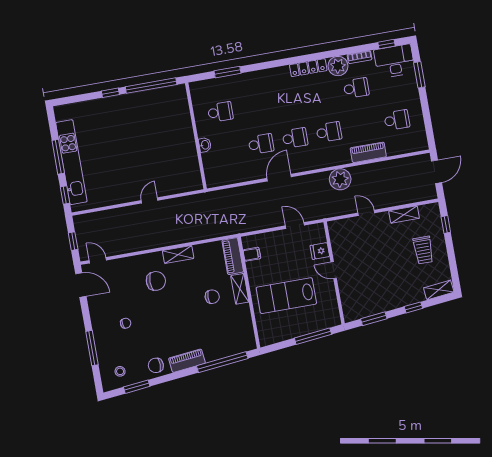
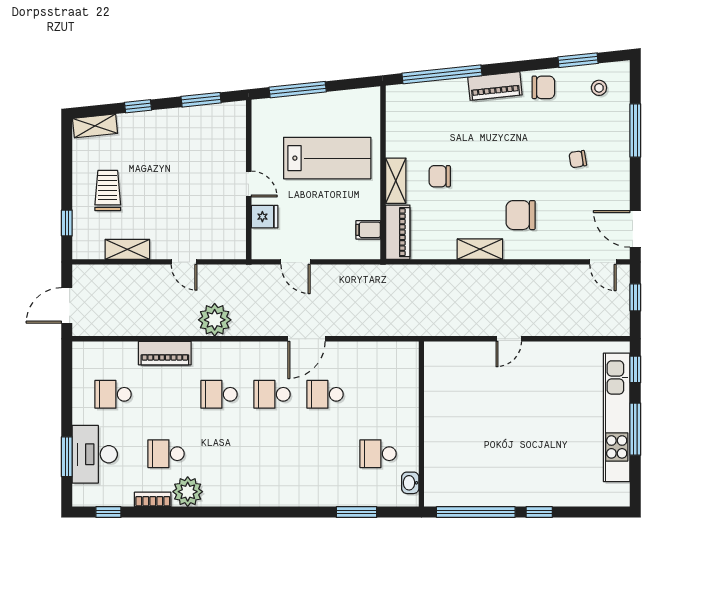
desk: (394, 61) -> (95, 454), moved, turned 90
locker: (308, 68) -> (233, 497), removed
washbasin: (205, 145) -> (410, 483), moved

